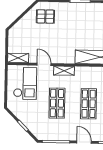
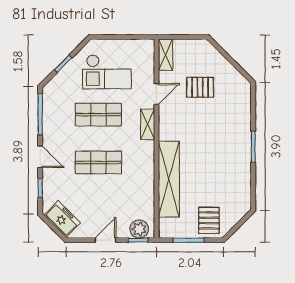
pallet: (45, 16) -> (200, 87), moved, turned 90
checkout: (25, 83) -> (107, 72), moved
door: (84, 142) -> (40, 157), hinge flipped

